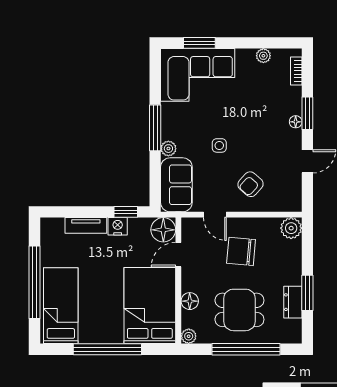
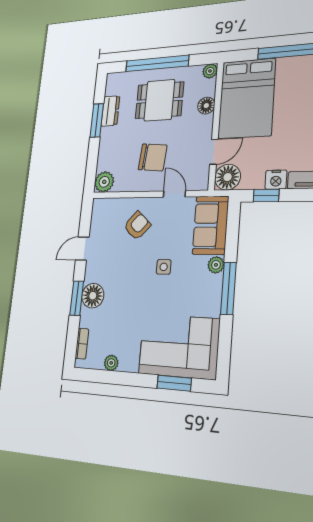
floor lamp: (296, 122) -> (93, 296), width x1.89, depth x1.89

